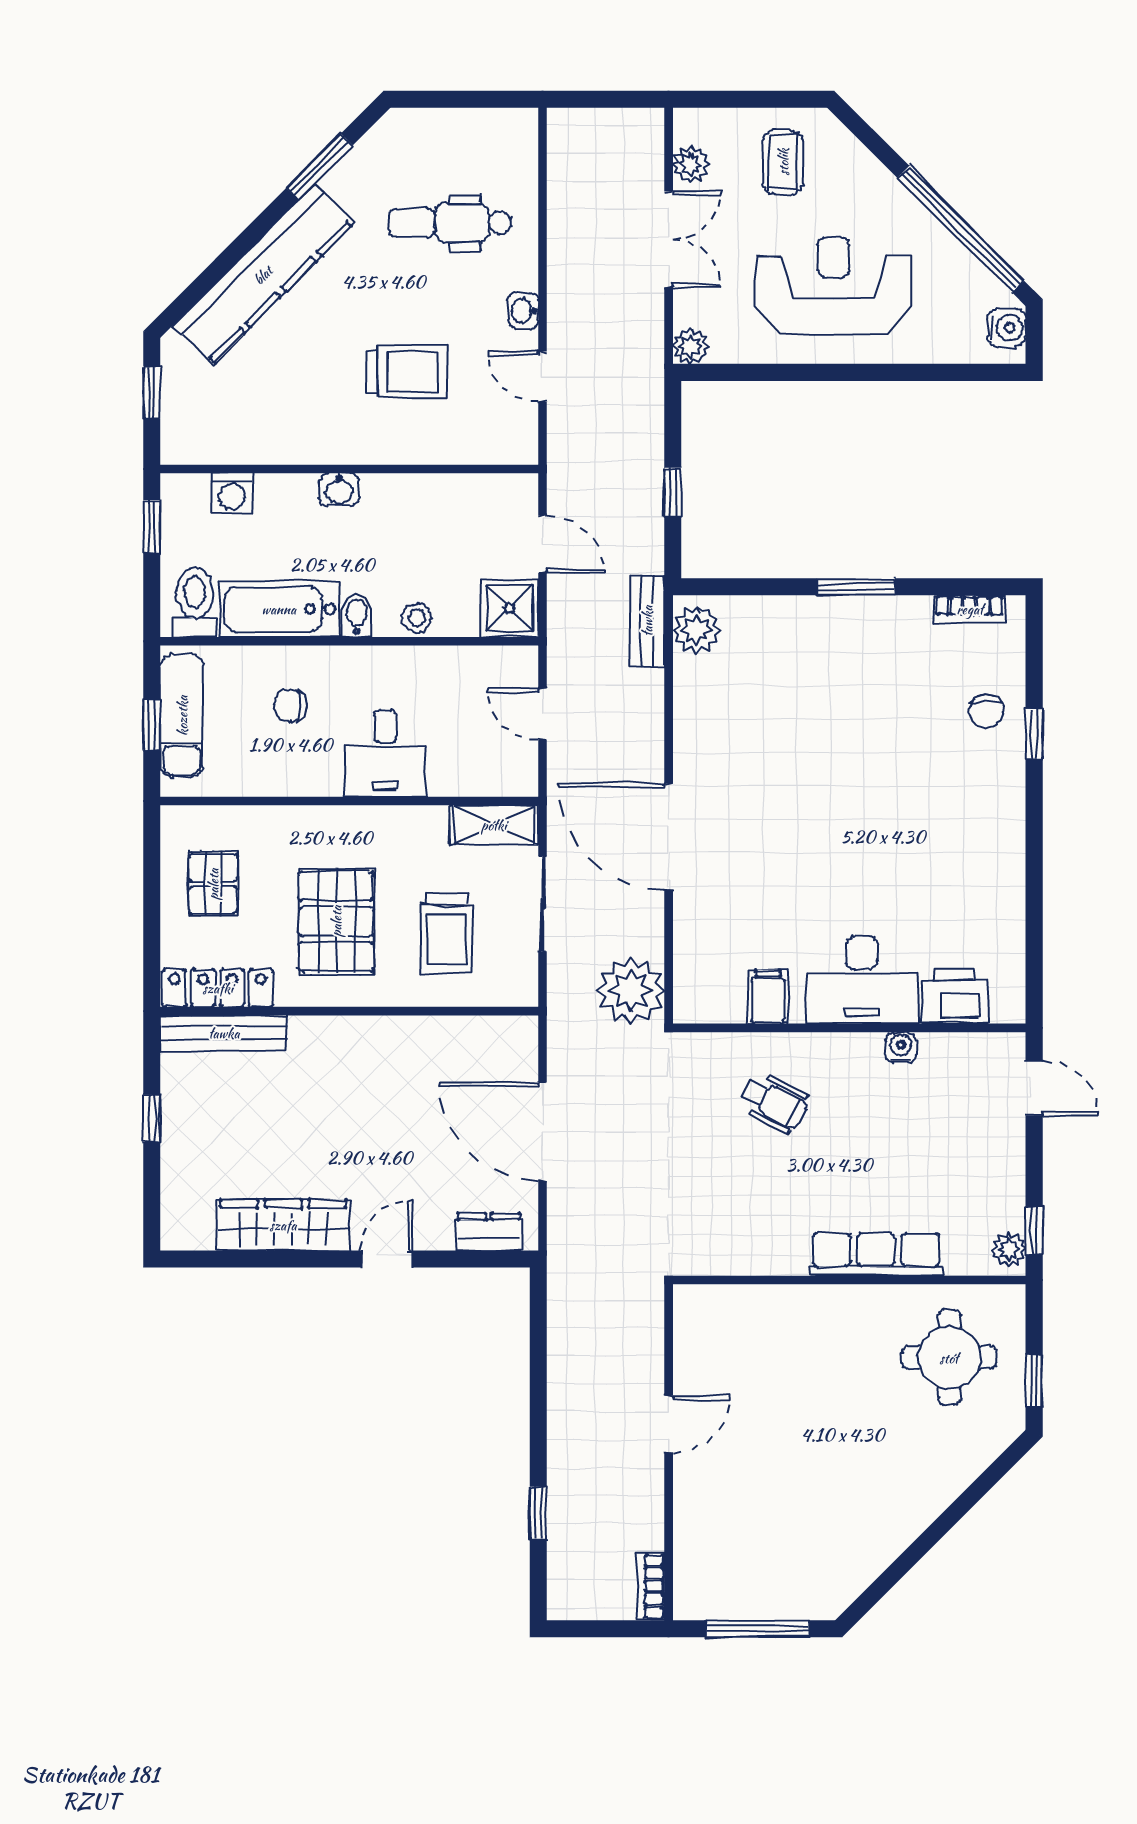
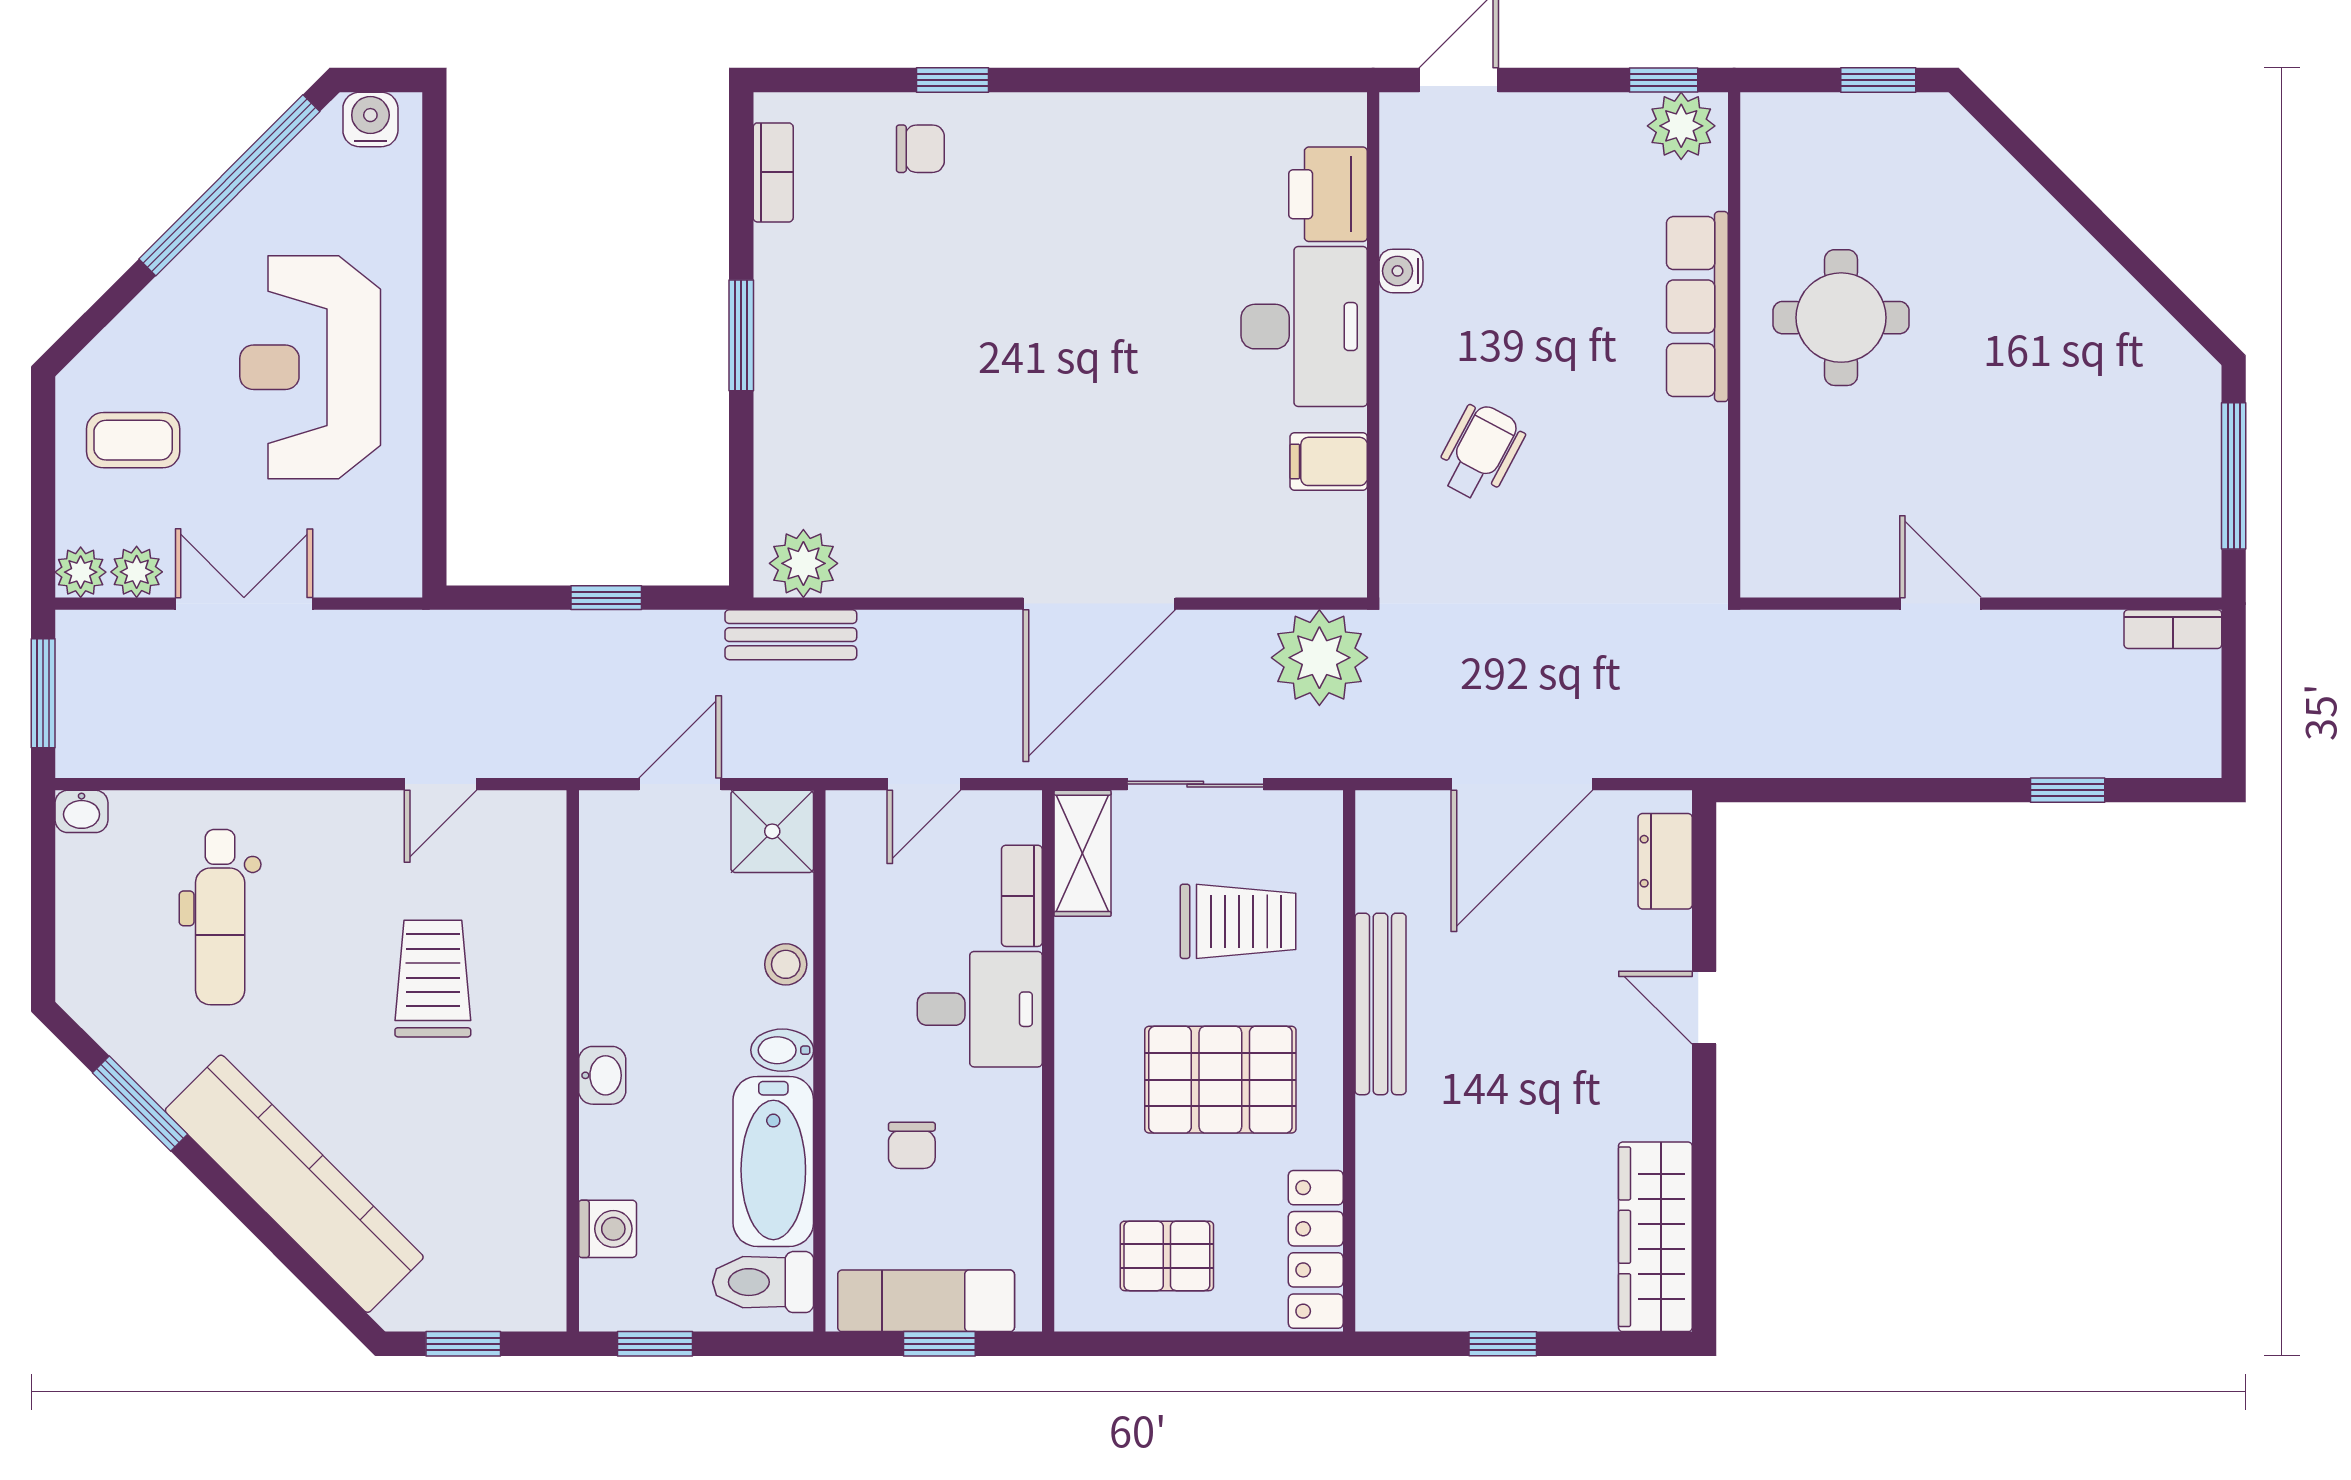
window: (606, 99) -> (43, 693), added
washbasin: (523, 310) -> (82, 811), moved
plant: (690, 346) -> (81, 572), moved
bookcase: (464, 783) -> (1022, 896), added
bench: (224, 1033) -> (1381, 1004), moved
wardrobe: (283, 1225) -> (1655, 1237), moved
plant: (1009, 1249) -> (1681, 126), width x1.38, depth x1.38
round table: (949, 1358) -> (1841, 318), moved

